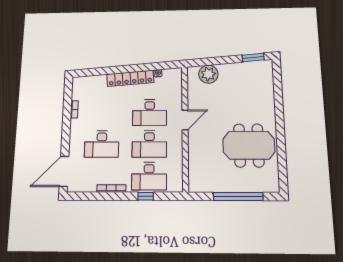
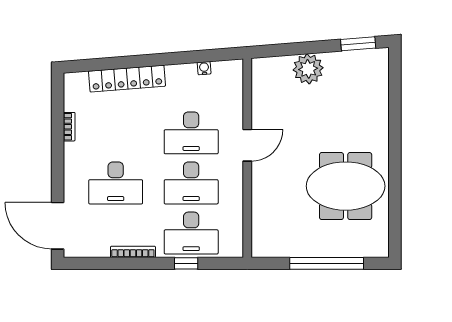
plant: (208, 74) -> (308, 69), moved
locker: (130, 78) -> (127, 79), moved
door: (64, 171) -> (58, 226), hinge flipped

